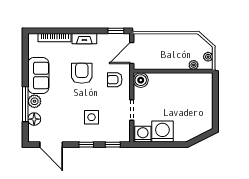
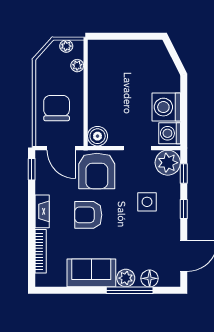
chair: (162, 49) -> (57, 108), added
armchair: (115, 80) -> (97, 171), width x1.88, depth x1.88
plant: (121, 133) -> (168, 163), added

